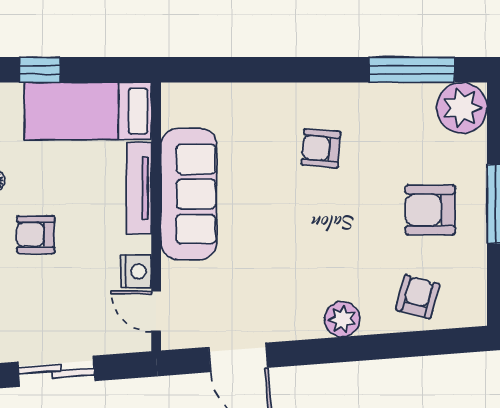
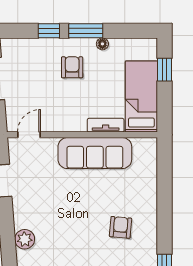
tv unit: (139, 188) -> (106, 125), width x0.71
nightstand: (136, 271) -> (51, 124), removed

